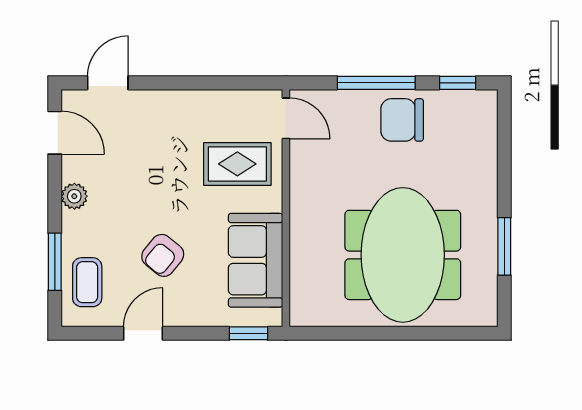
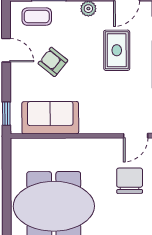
chair: (402, 120) -> (130, 181), moved
rug: (237, 164) -> (117, 50), moved

